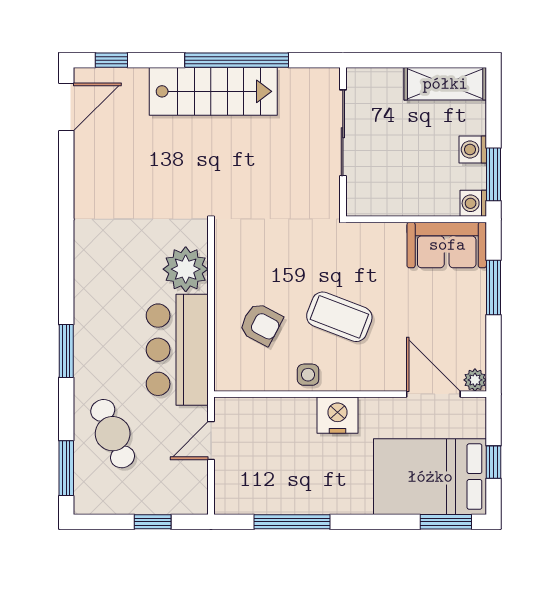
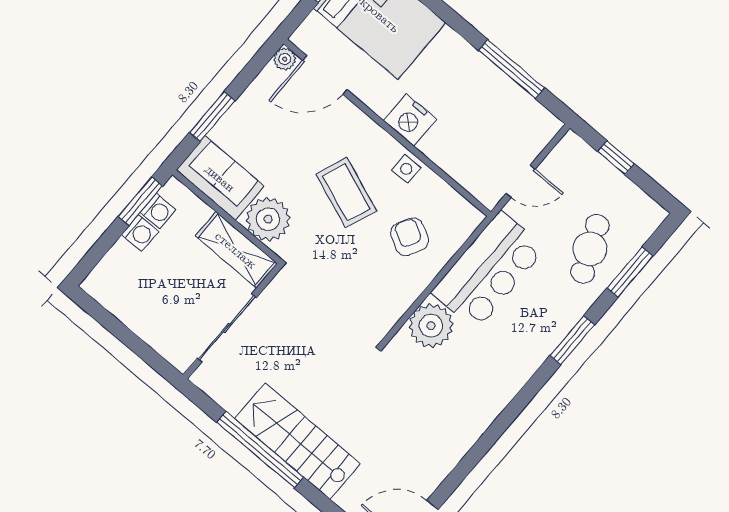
shelving: (445, 84) -> (236, 250), moved
washing machine: (473, 203) -> (158, 211), moved
plant: (382, 245) -> (268, 219), added
door: (433, 394) -> (325, 75), hinge flipped
window: (66, 468) -> (630, 272), moved

